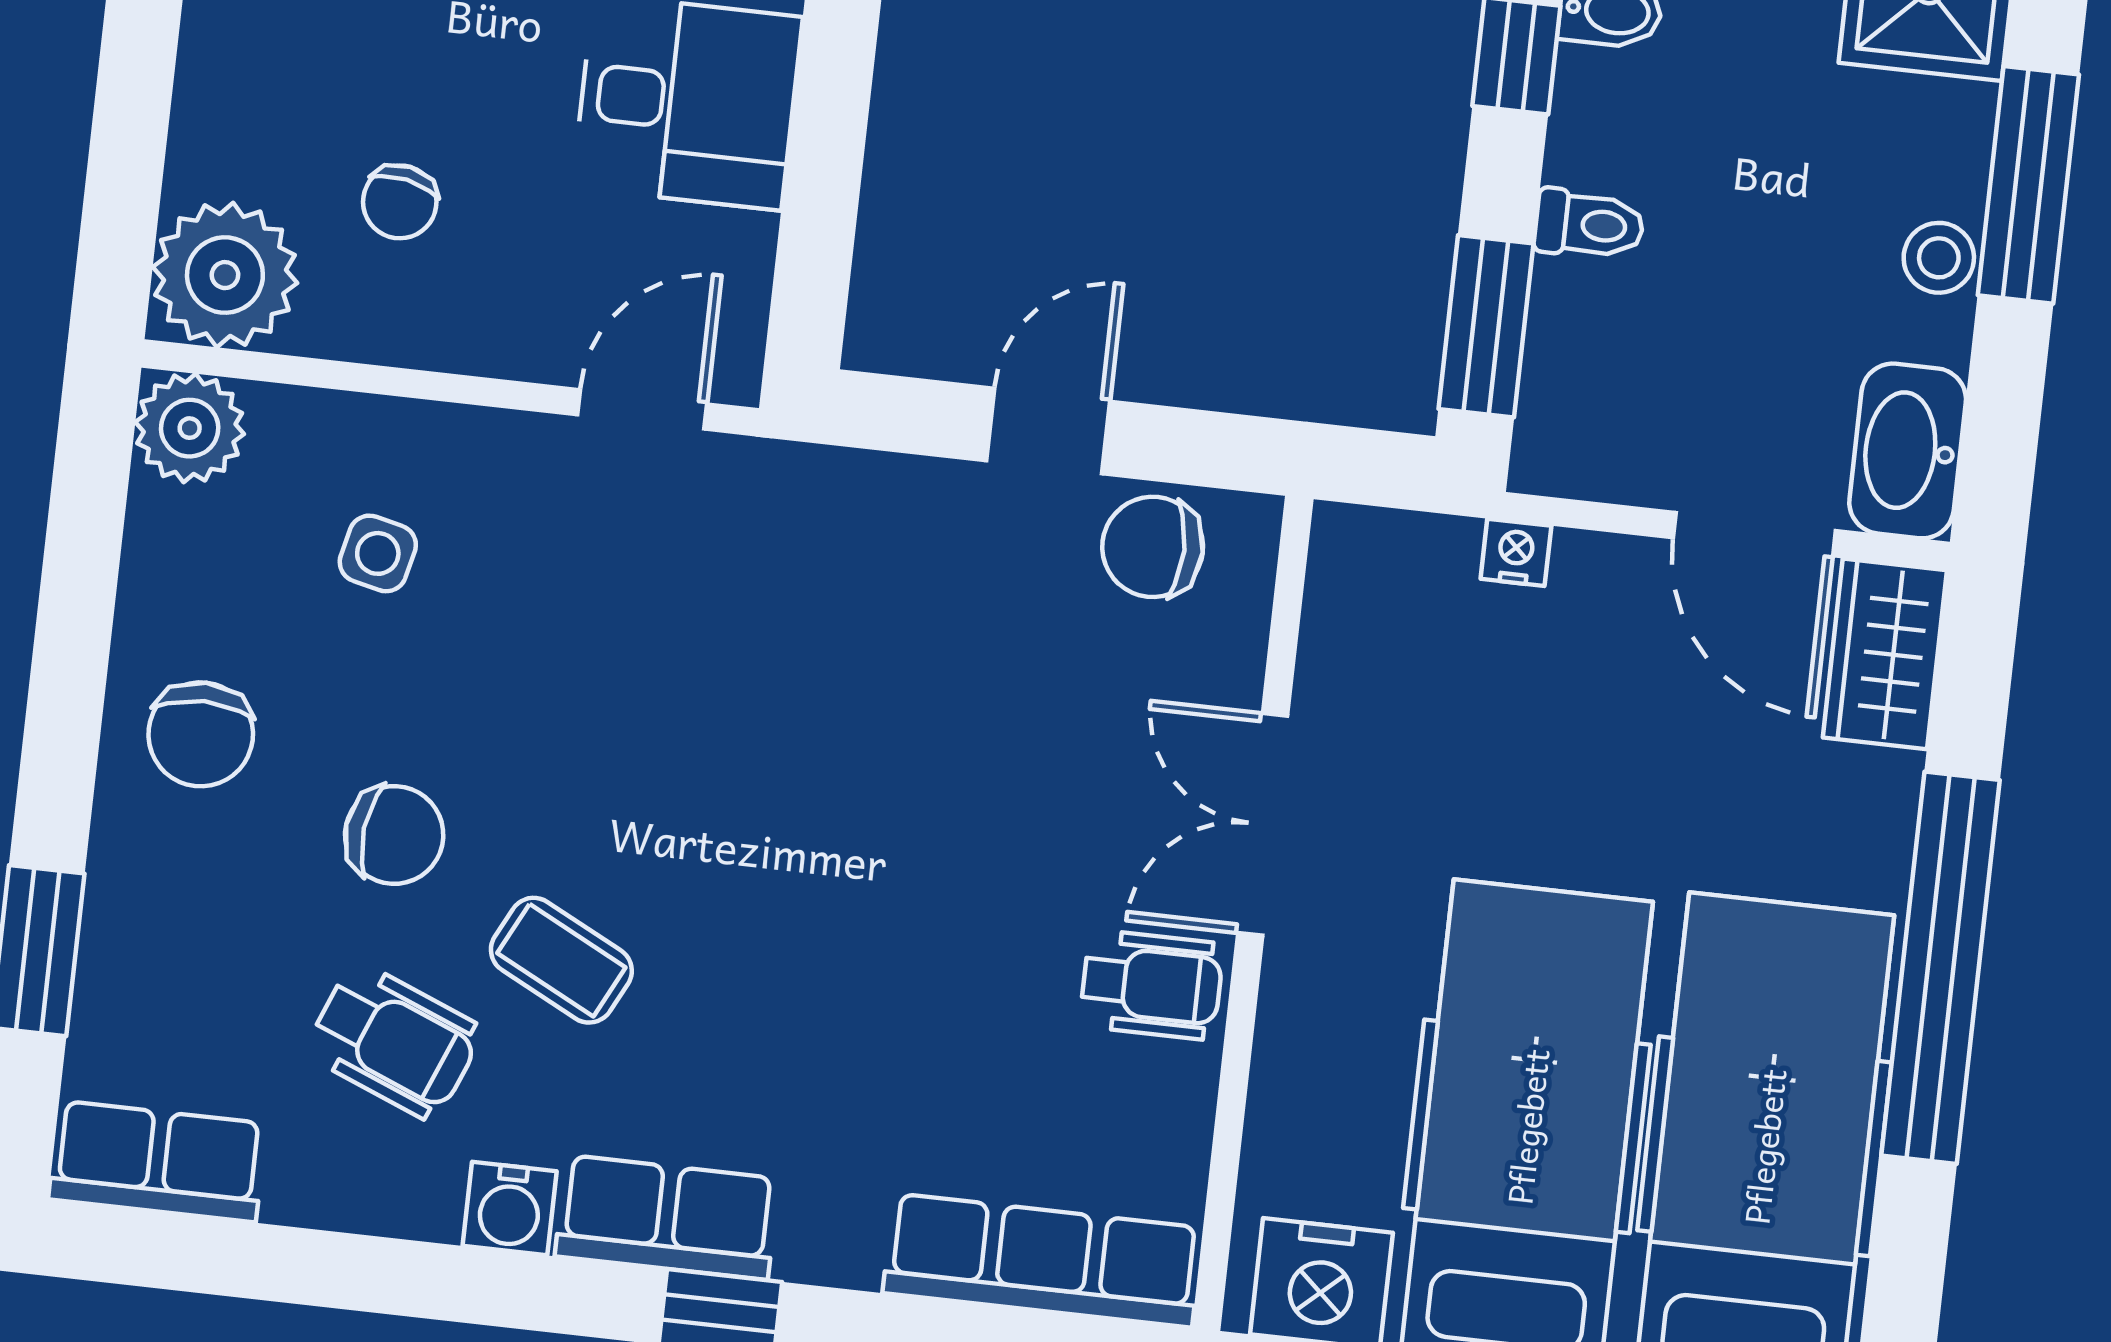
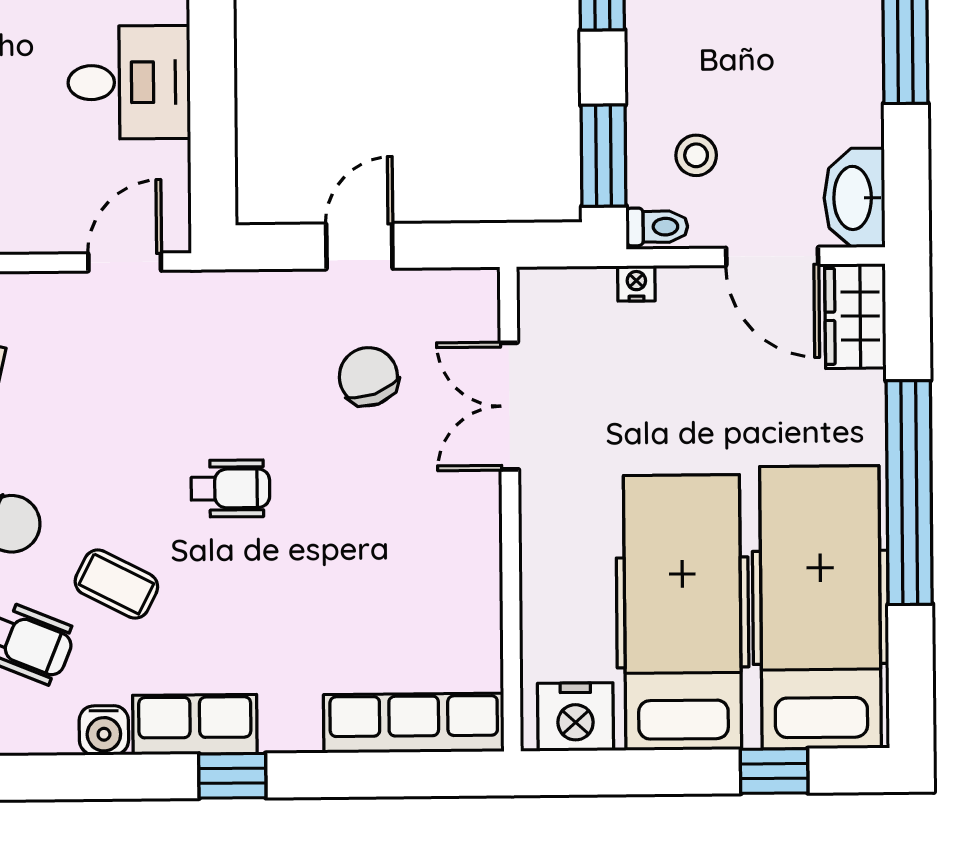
toilet: (1589, 224) -> (657, 227), moved
stool: (1939, 258) -> (696, 155), moved
chair: (1153, 547) -> (368, 377), moved, turned 70
double door: (1263, 824) -> (509, 406), moved
wheelchair: (1151, 985) -> (230, 488), moved

